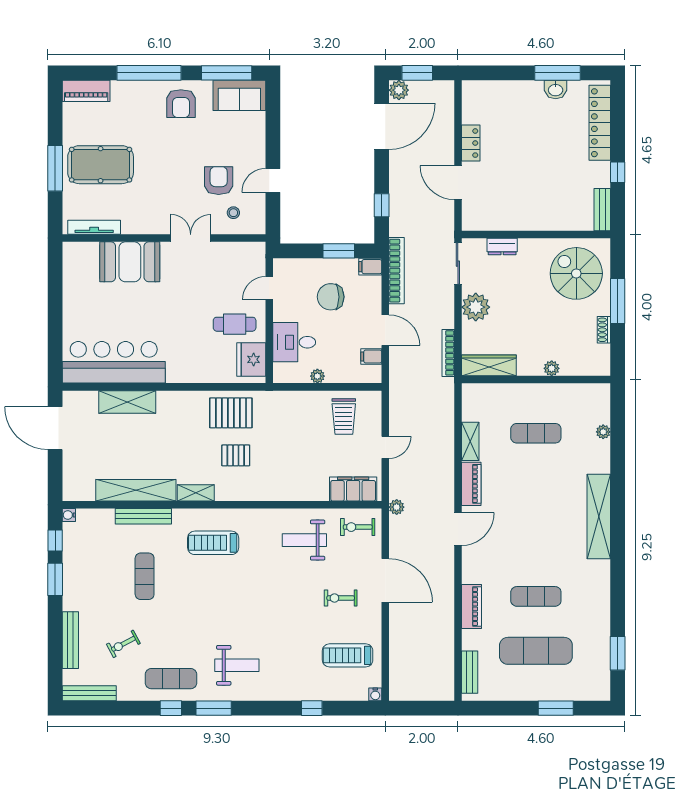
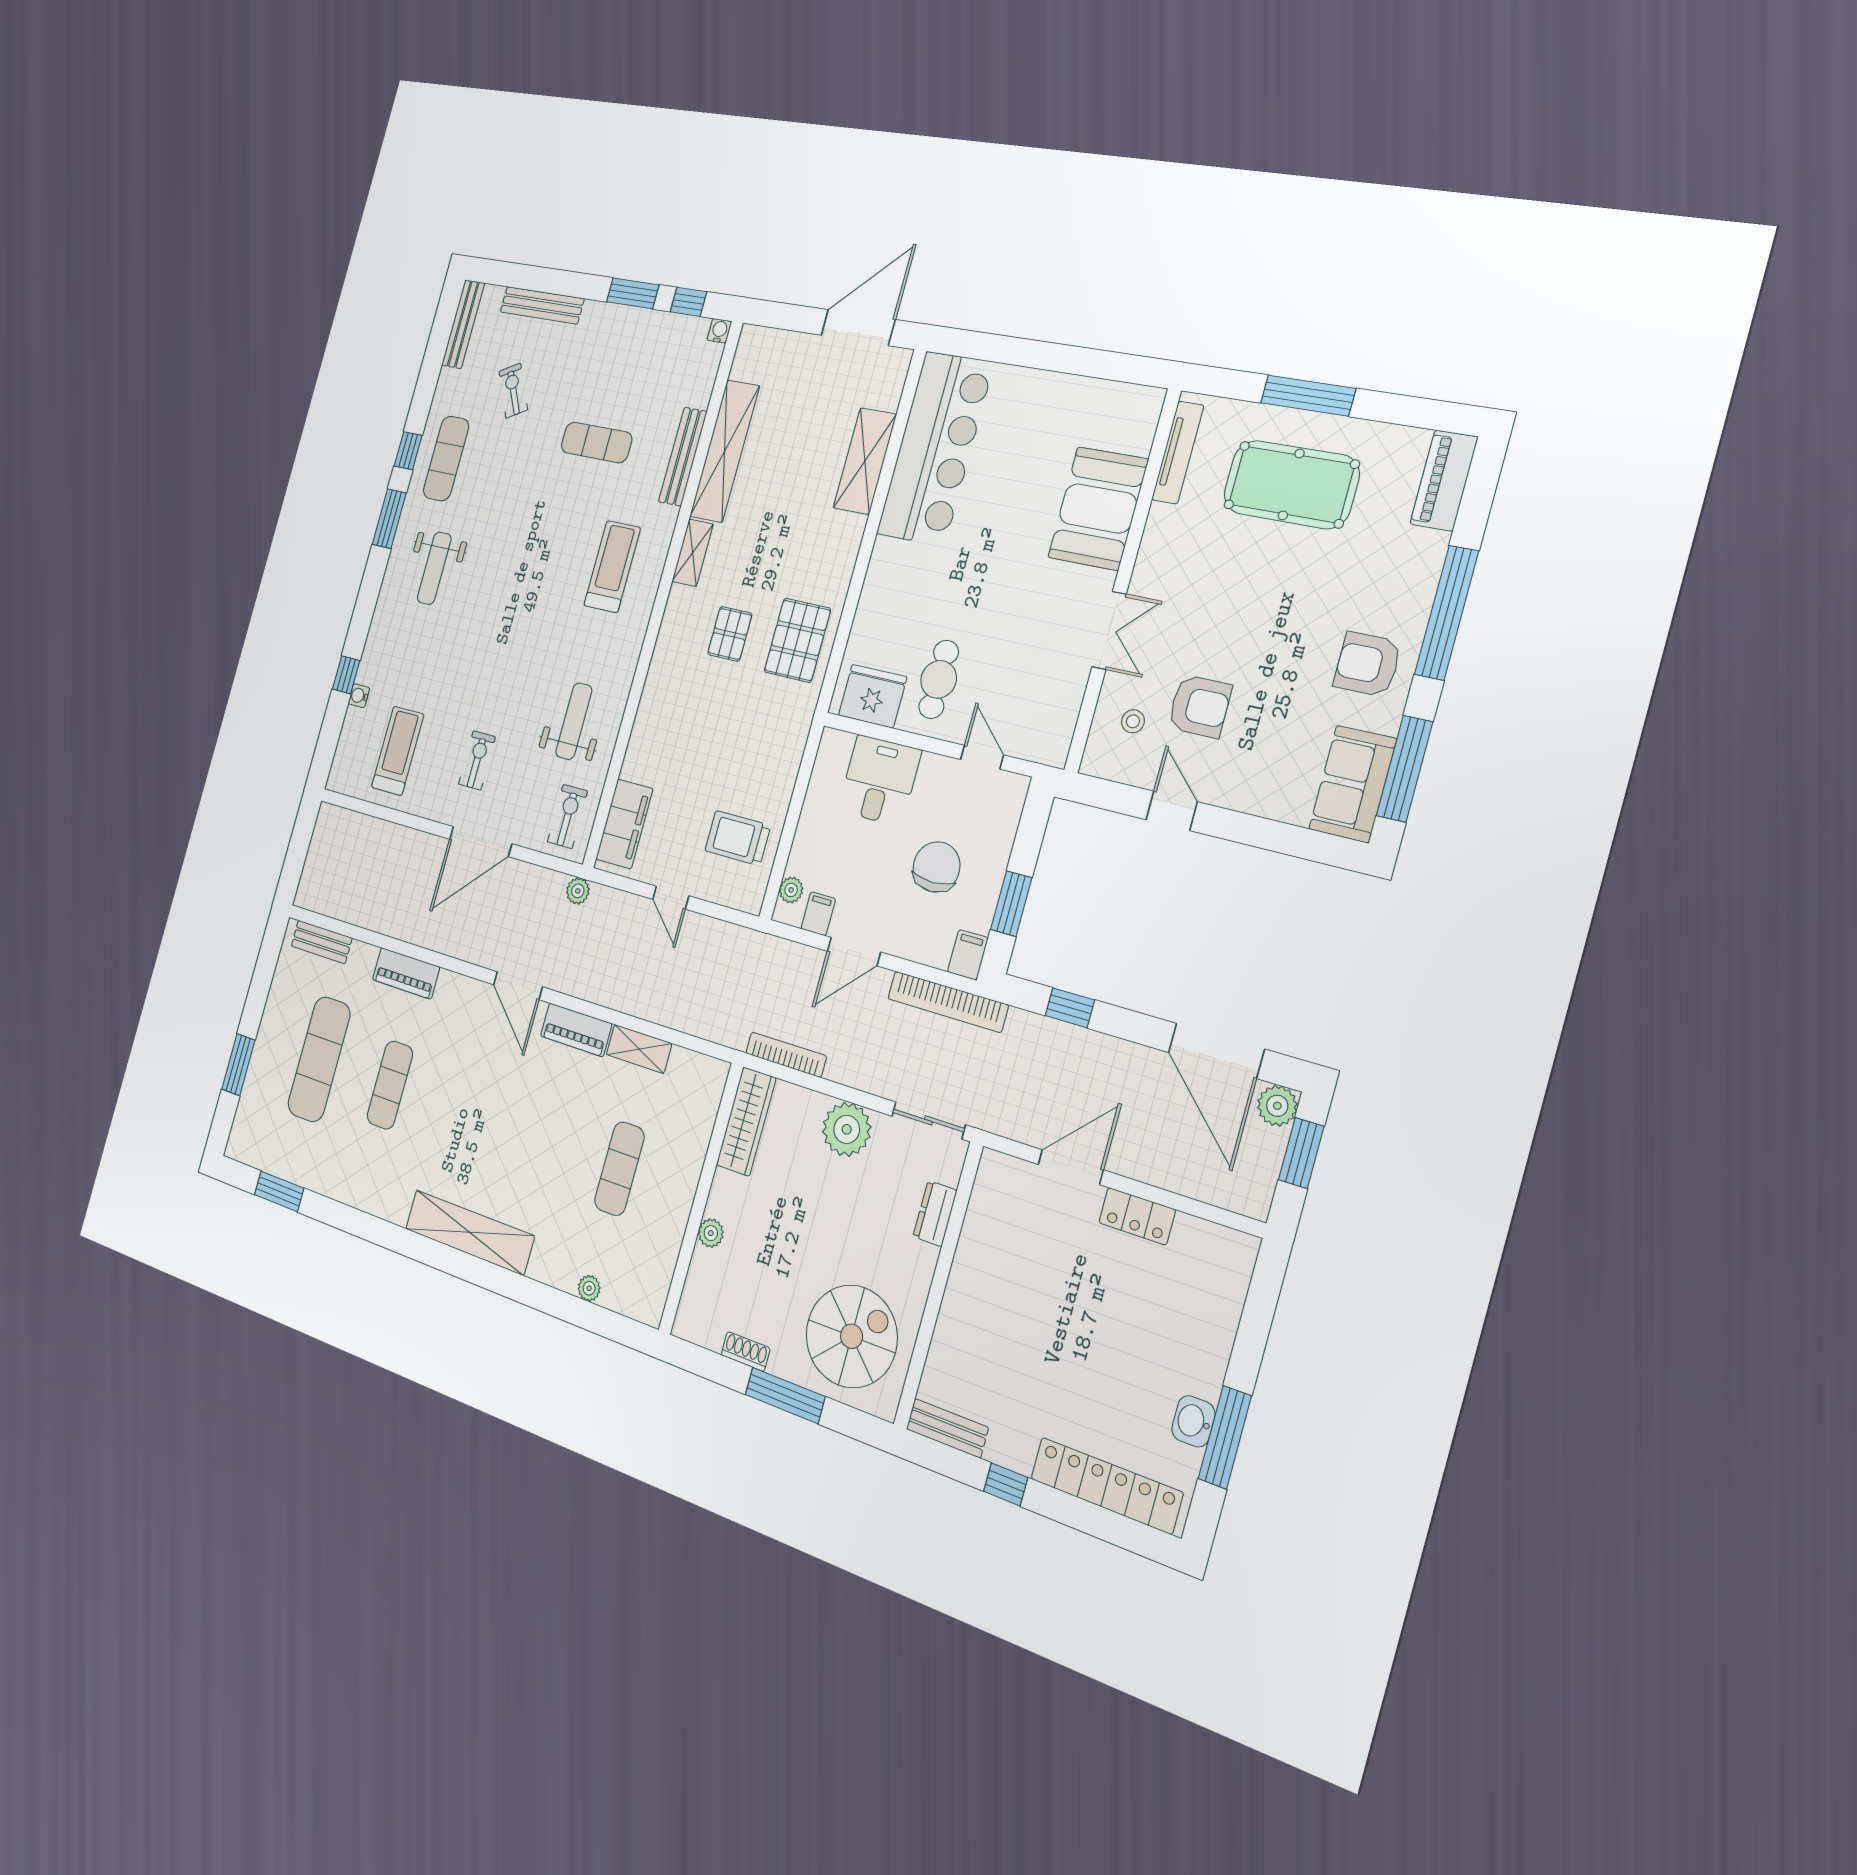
pool table: (101, 165) -> (1291, 484), turned 90
plant: (317, 376) -> (791, 890), moved
water cooler: (375, 694) -> (359, 696), moved

